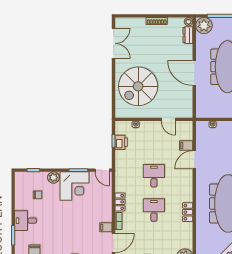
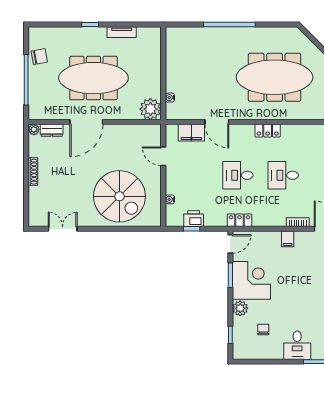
plant: (204, 26) -> (150, 109), moved
double door: (114, 43) -> (63, 229), width x0.73
door: (194, 73) -> (86, 122), moved
door: (168, 119) -> (163, 156), swing flipped
filing cabinet: (186, 146) -> (191, 132), width x2.00
locker: (120, 202) -> (239, 220), moved
locker: (188, 212) -> (268, 131), moved
filing cabinet: (106, 227) -> (288, 239), moved

